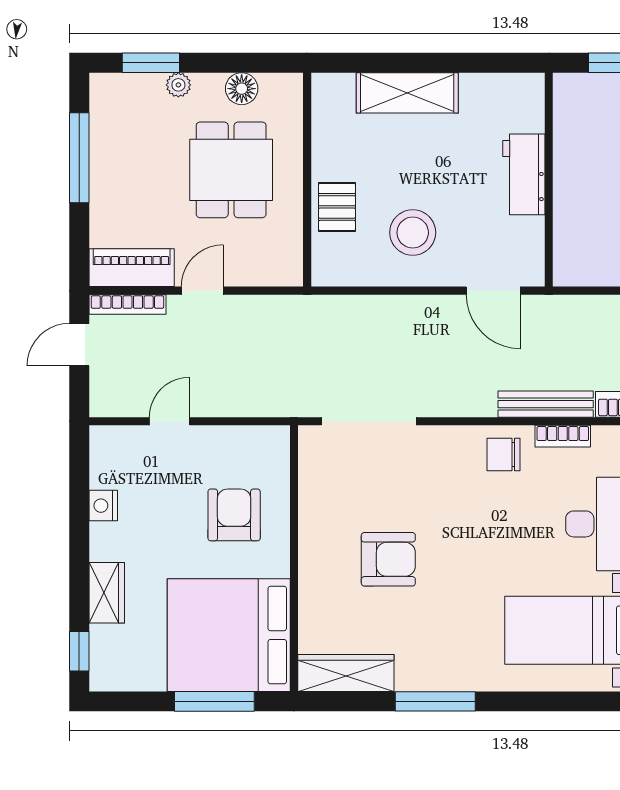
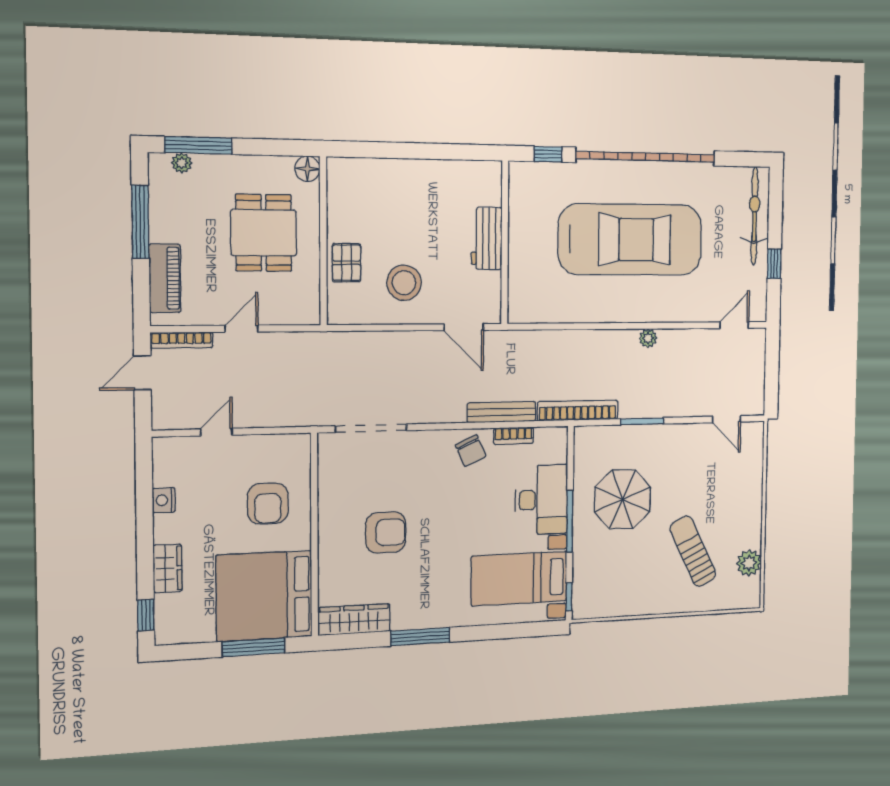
window: (151, 63) -> (198, 145), width x1.44
plant: (178, 85) -> (182, 163), moved
floor lamp: (242, 89) -> (307, 169), moved
shelving: (407, 93) -> (400, 174), removed
piano: (132, 268) -> (165, 278), moved, turned 90
chair: (503, 455) -> (471, 451), turned -114
armchair: (234, 515) -> (268, 503), turned 180

